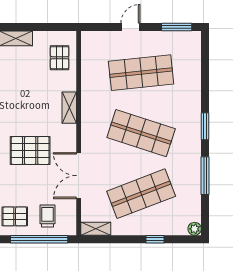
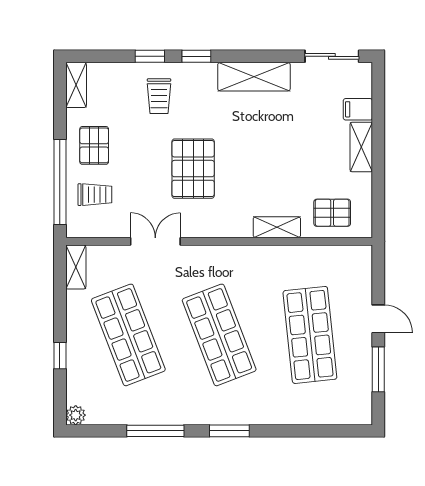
window: (177, 27) -> (378, 369), moved
shelving: (69, 108) -> (277, 227), moved
shop shelf: (141, 133) -> (219, 335), turned -39
double door: (79, 176) -> (155, 241), width x0.73

